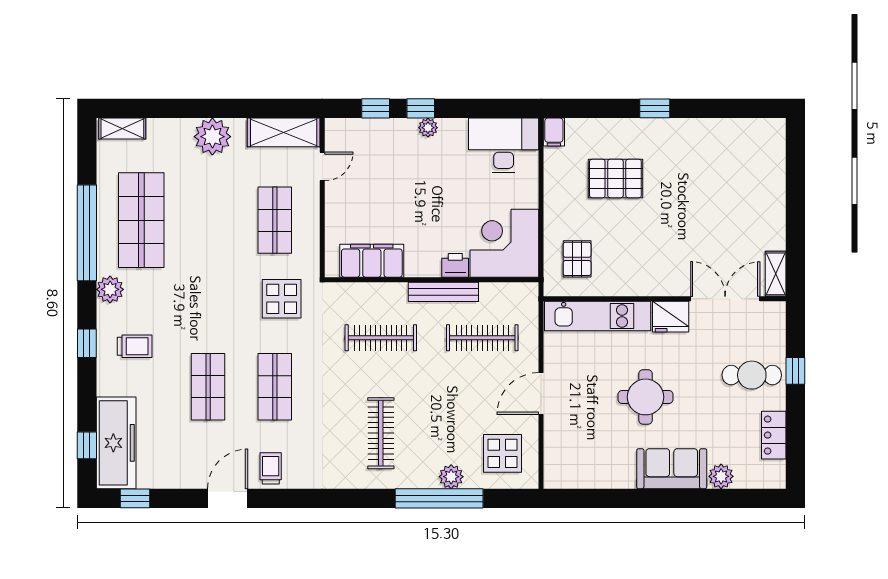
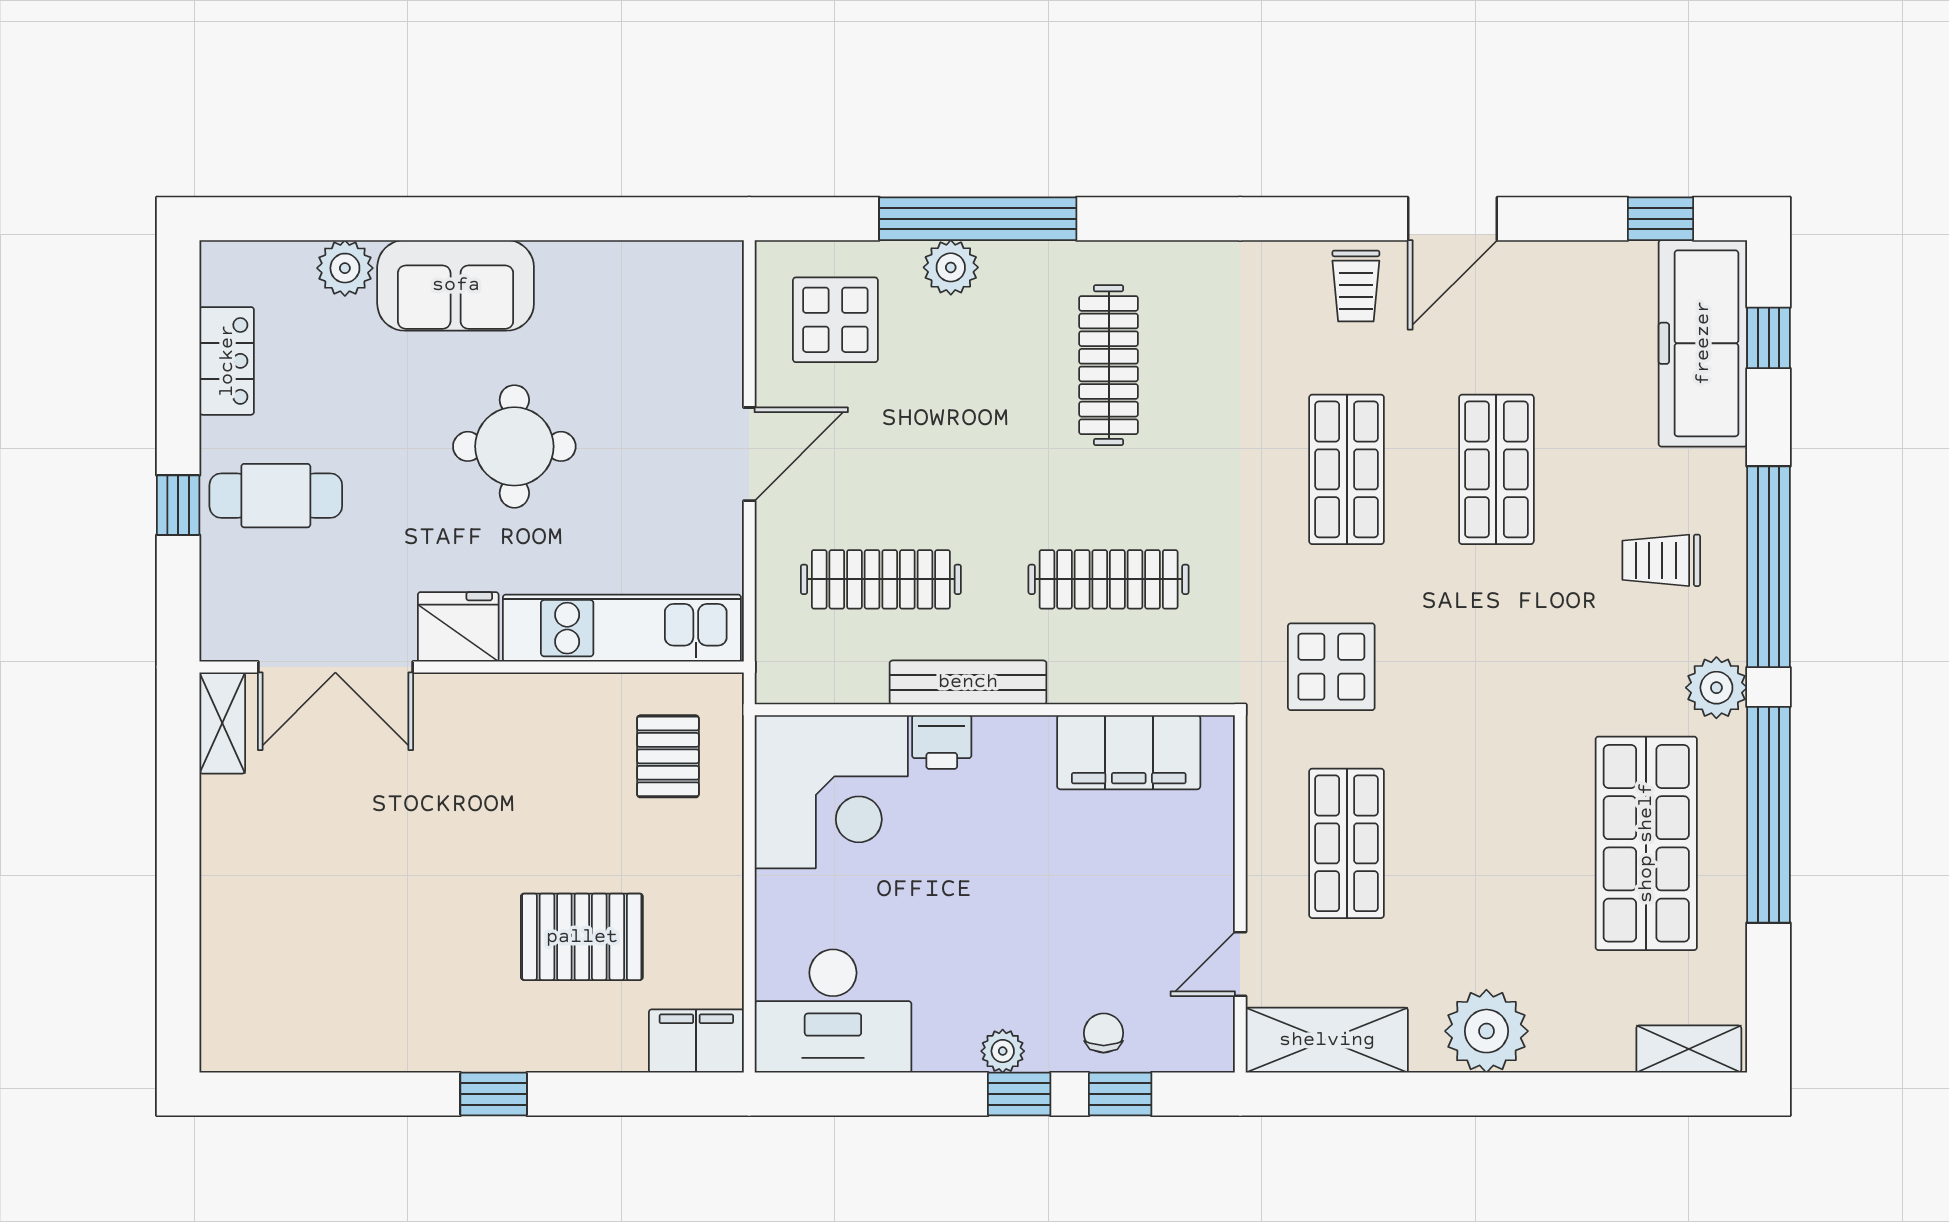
filing cabinet: (554, 132) -> (696, 1041), width x2.00
chair: (383, 136) -> (1104, 1033), added
window: (87, 343) -> (1769, 567), width x3.17

